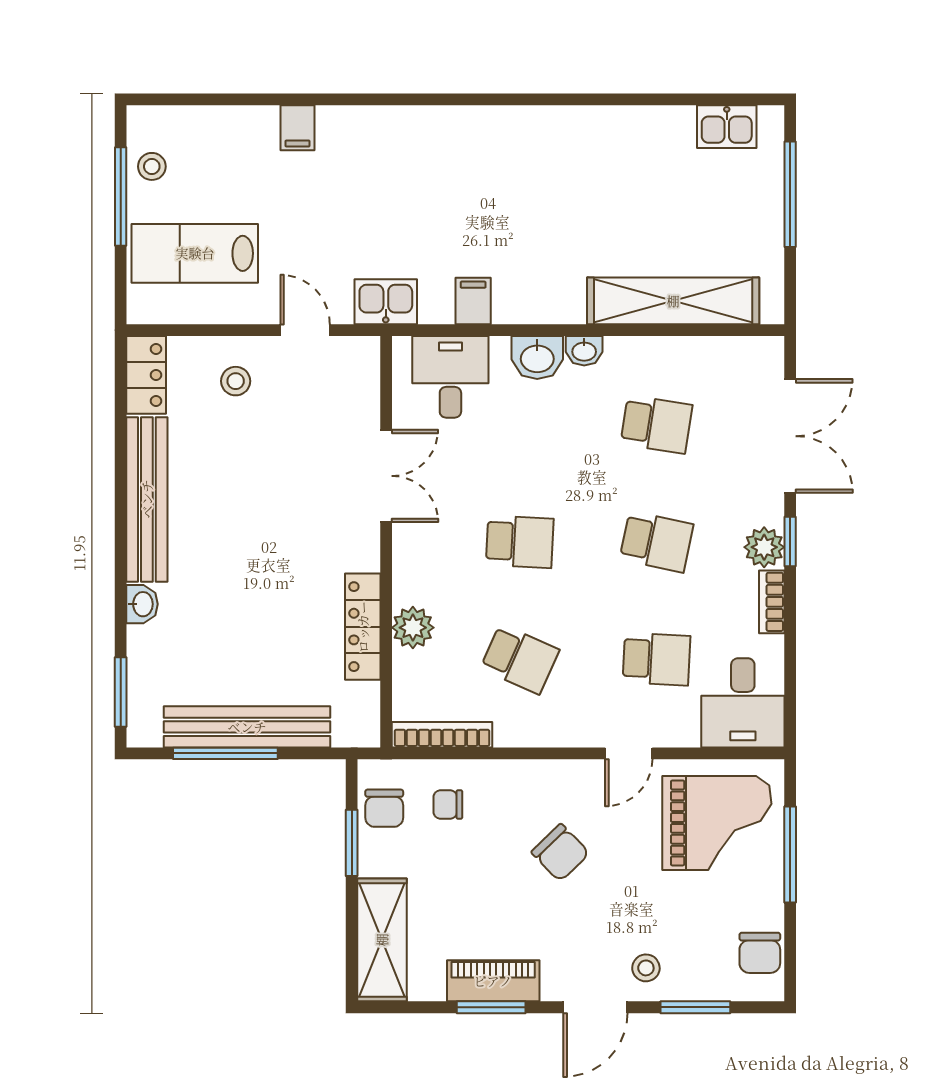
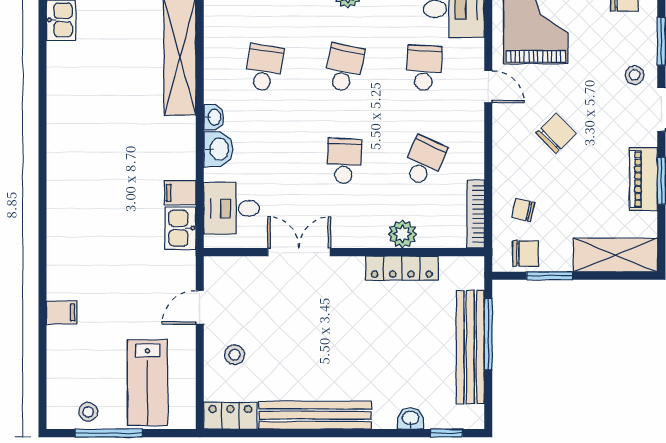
kitchen sink: (386, 302) -> (180, 228), moved
washbasin: (142, 604) -> (410, 419), moved
window: (121, 692) -> (446, 433), width x0.67
window: (225, 753) -> (488, 334), moved
chair: (448, 804) -> (523, 210), turned 103

